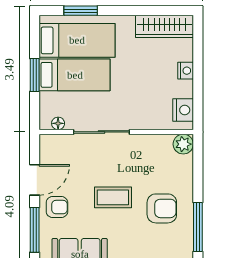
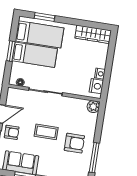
nightstand: (186, 71) -> (100, 74), moved

